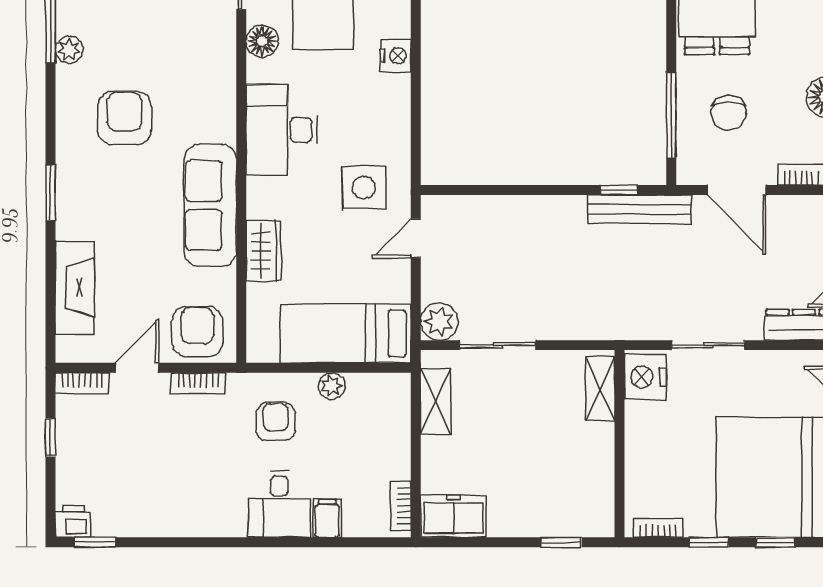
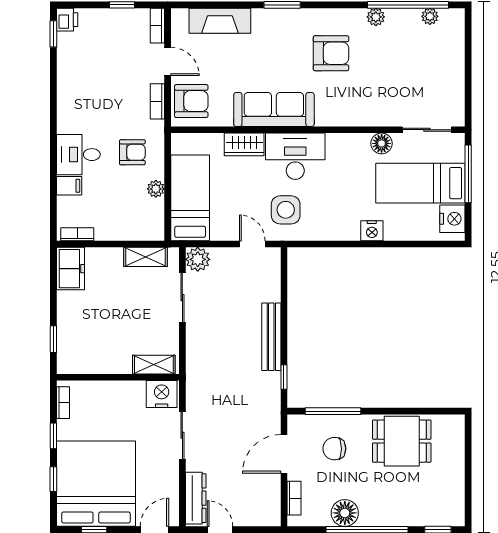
desk: (282, 130) -> (295, 156), moved
bench: (640, 209) -> (271, 337), moved

